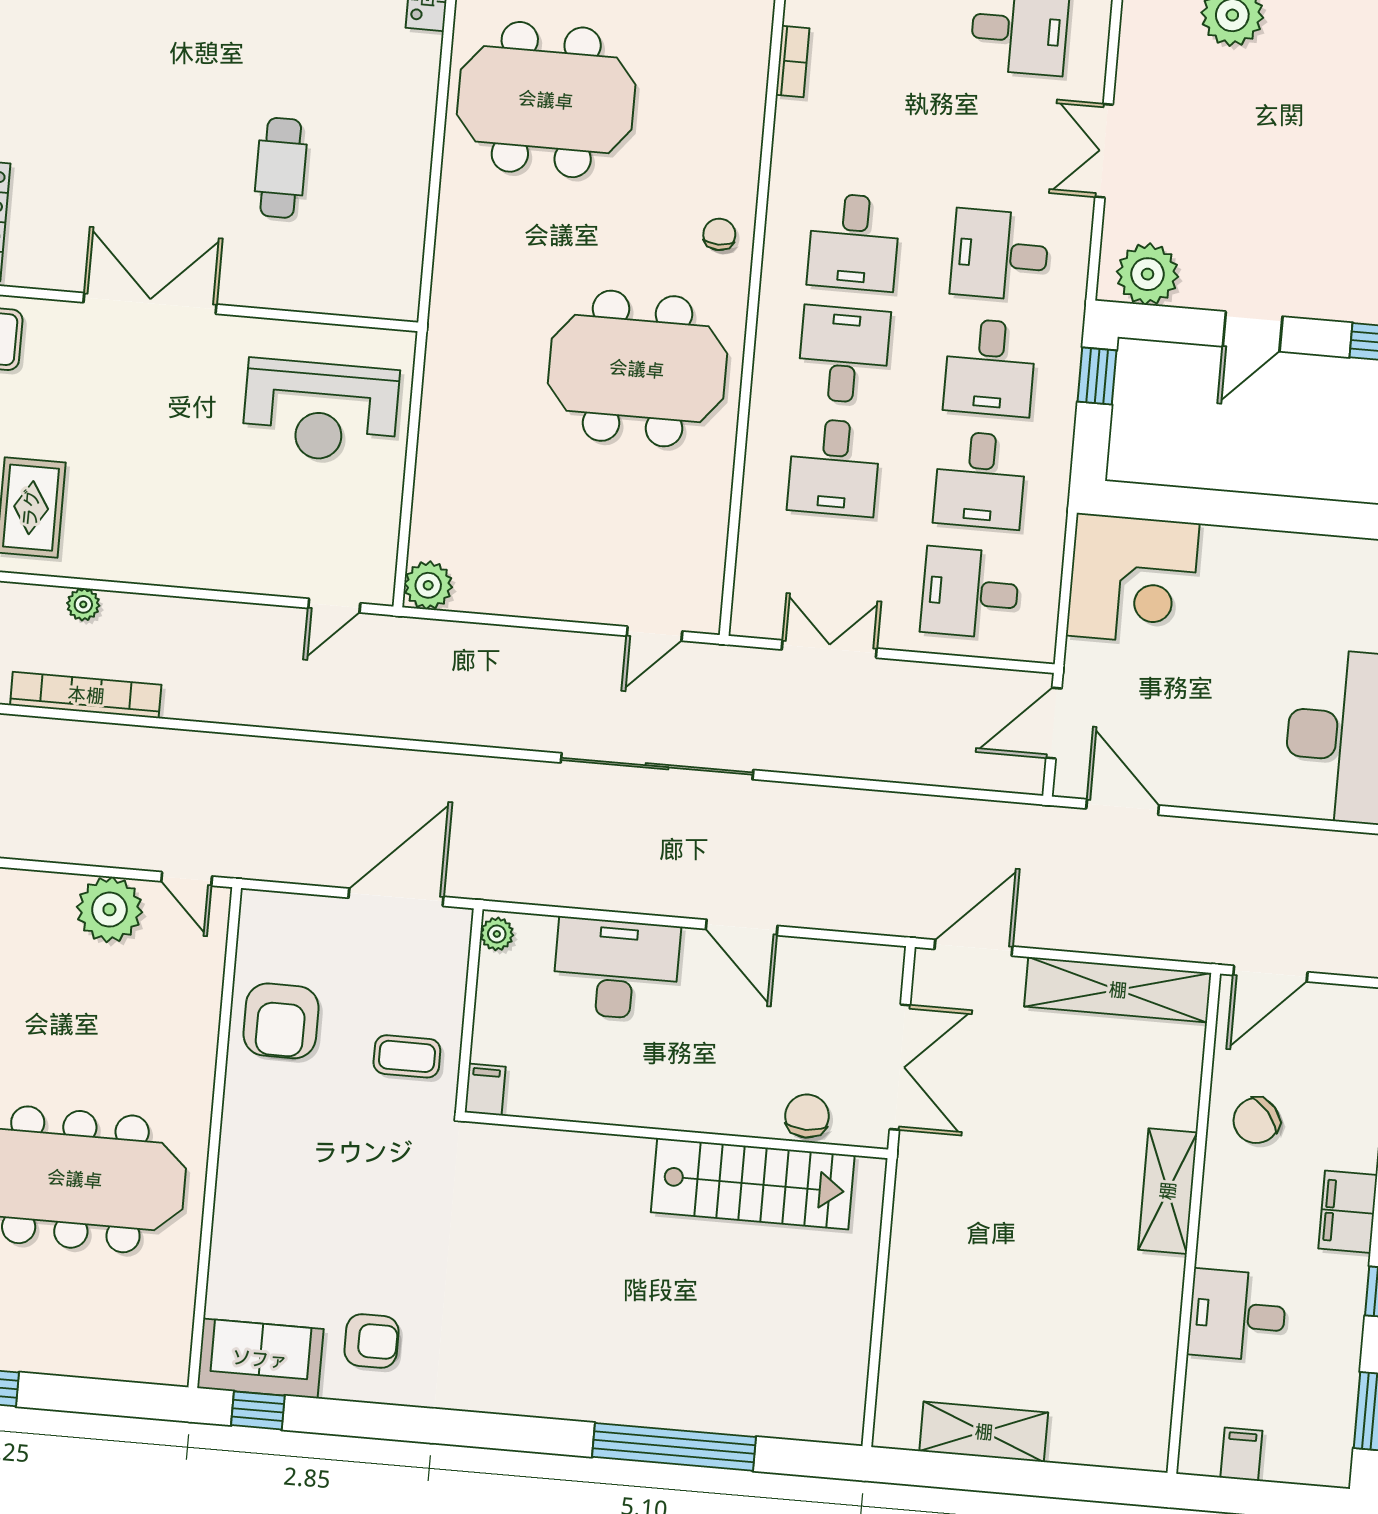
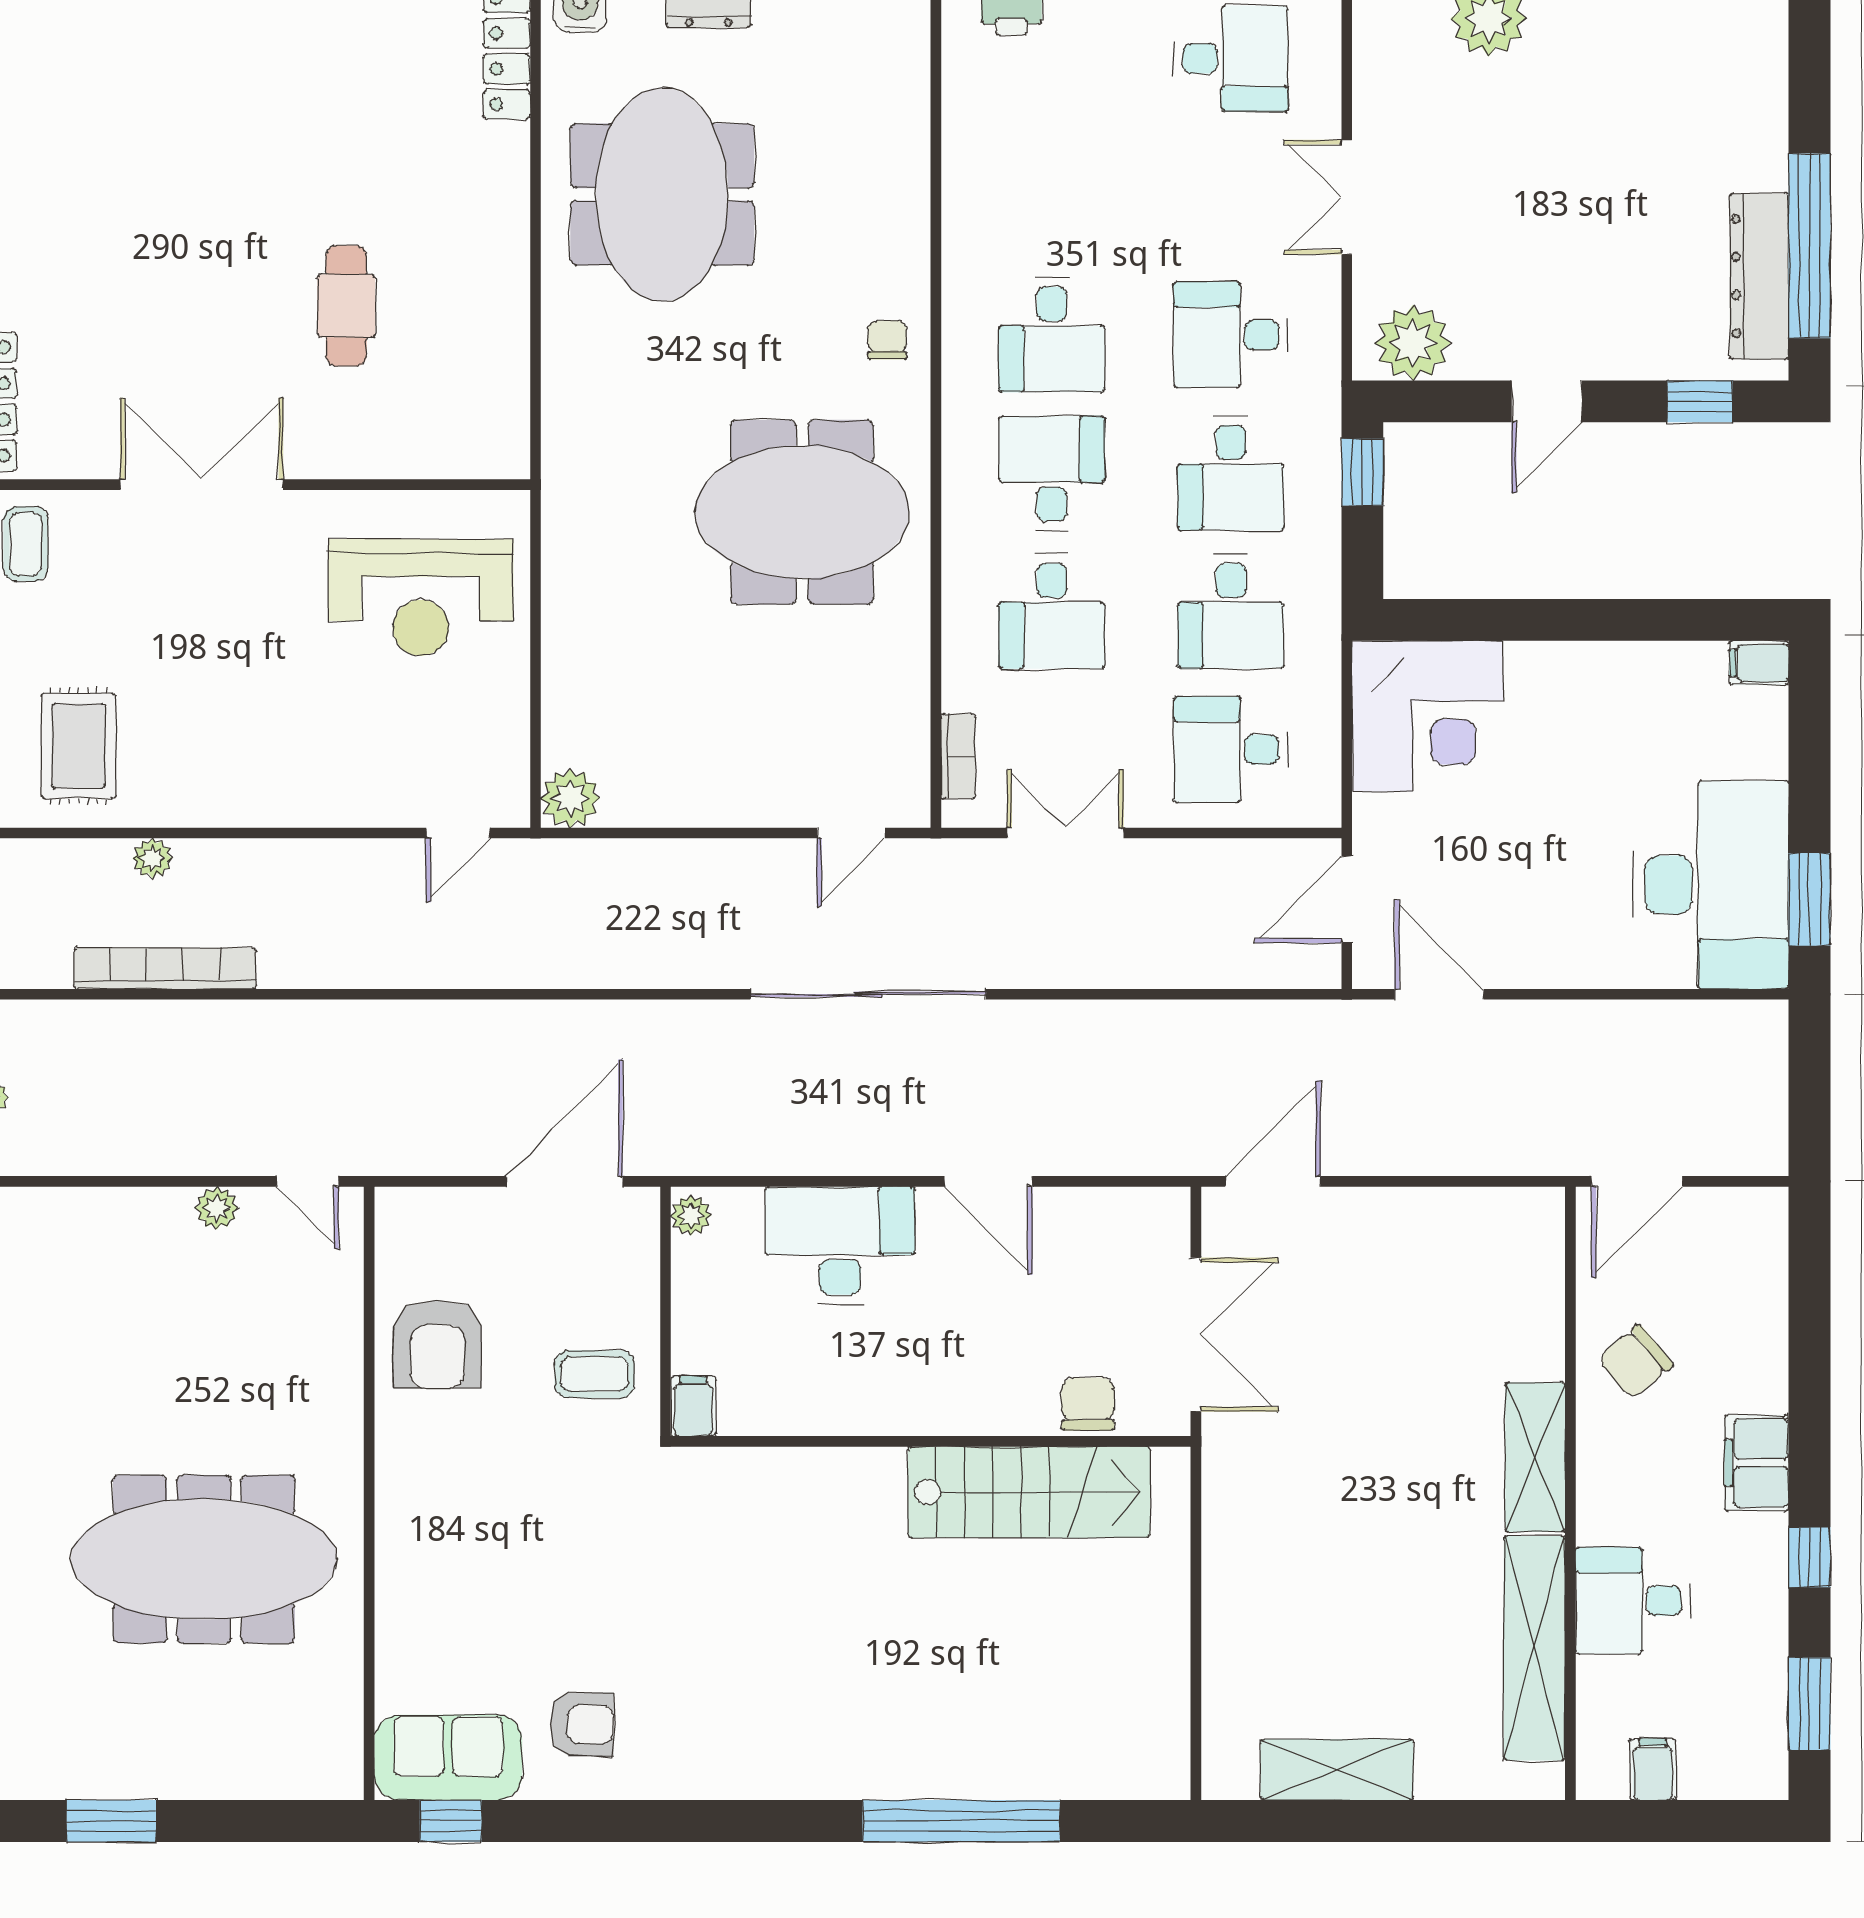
bookcase: (793, 61) -> (958, 756), moved
meeting table: (546, 100) -> (662, 194), turned 90
plant: (109, 910) -> (217, 1208), width x0.53, depth x0.53
shelving: (1118, 990) -> (1535, 1648), moved, turned 90

